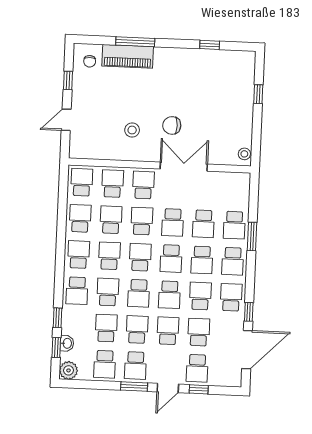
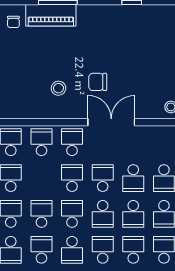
school desk: (111, 220) -> (41, 178), removed
school desk: (173, 222) -> (103, 178), turned 180
school desk: (169, 295) -> (103, 250), turned 180

